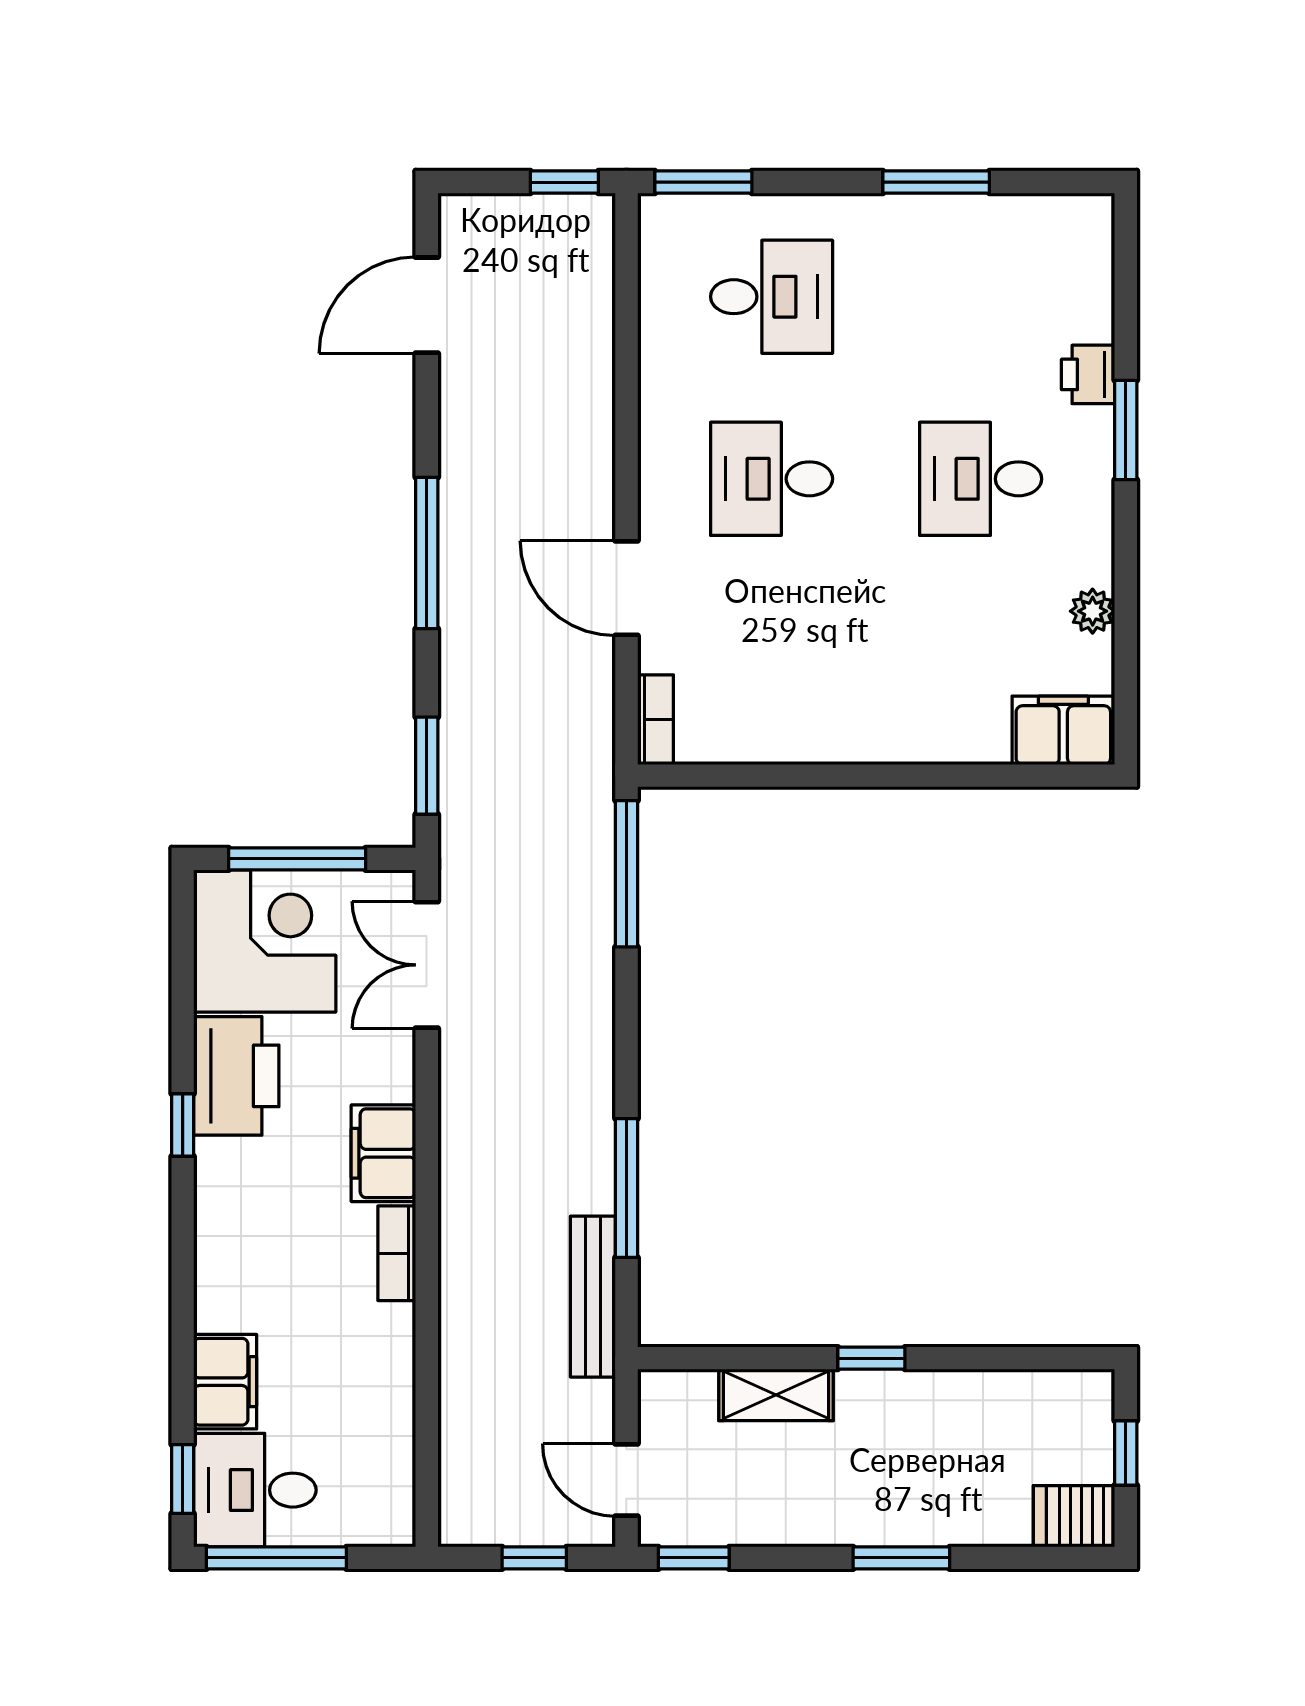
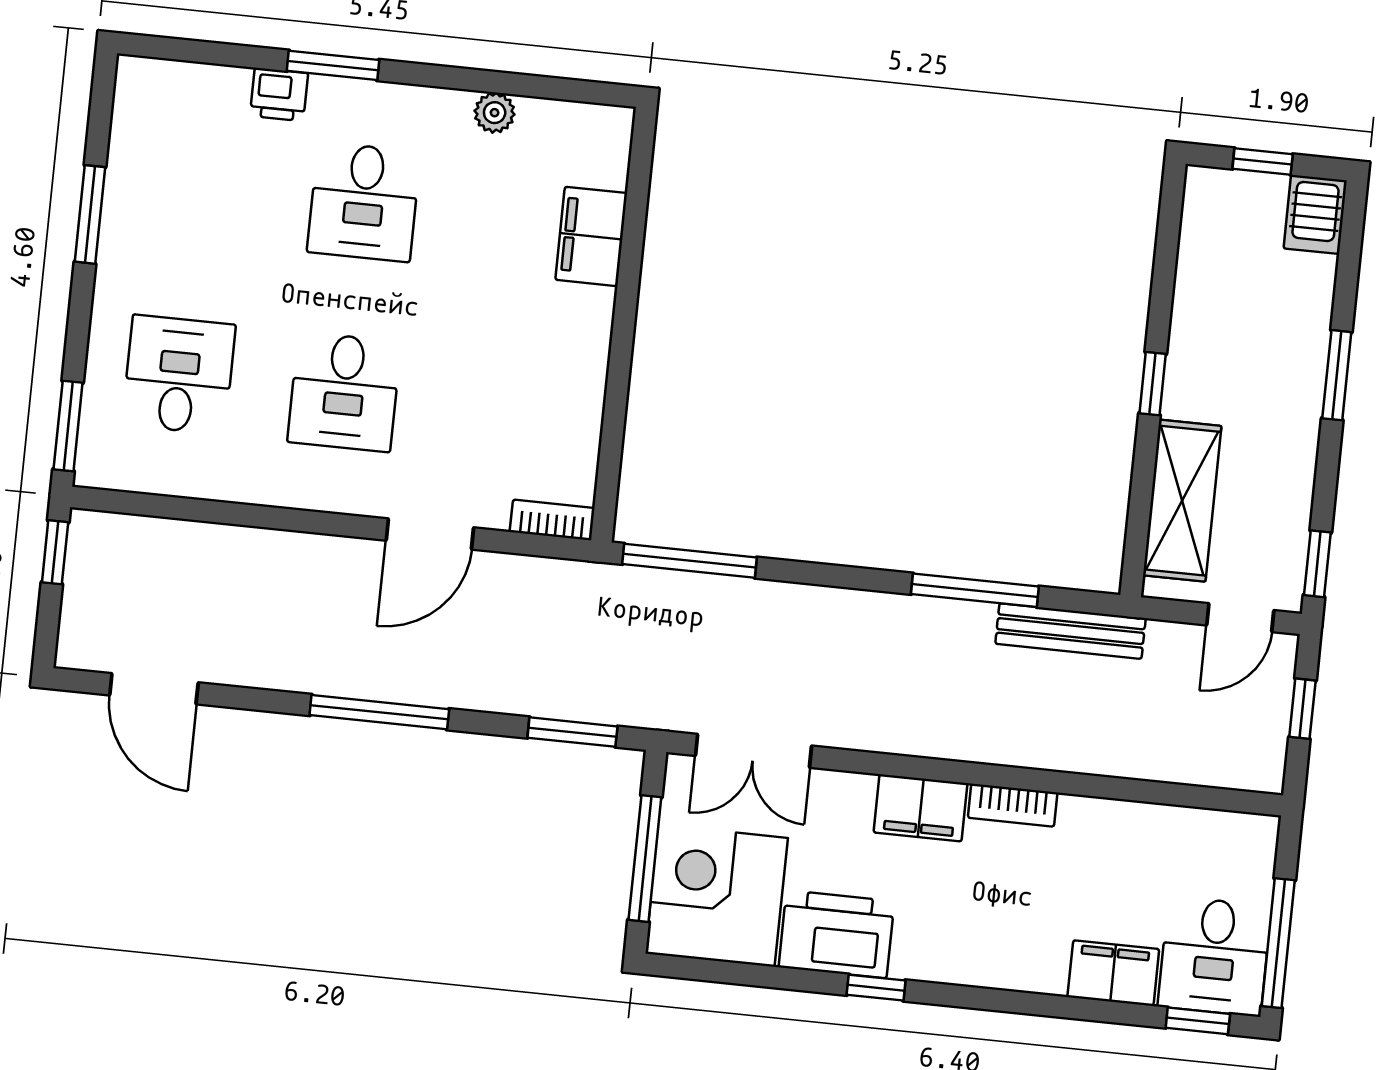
filing cabinet: (1063, 730) -> (591, 236), moved
shelving: (776, 1395) -> (1182, 501), width x1.50, depth x1.33

